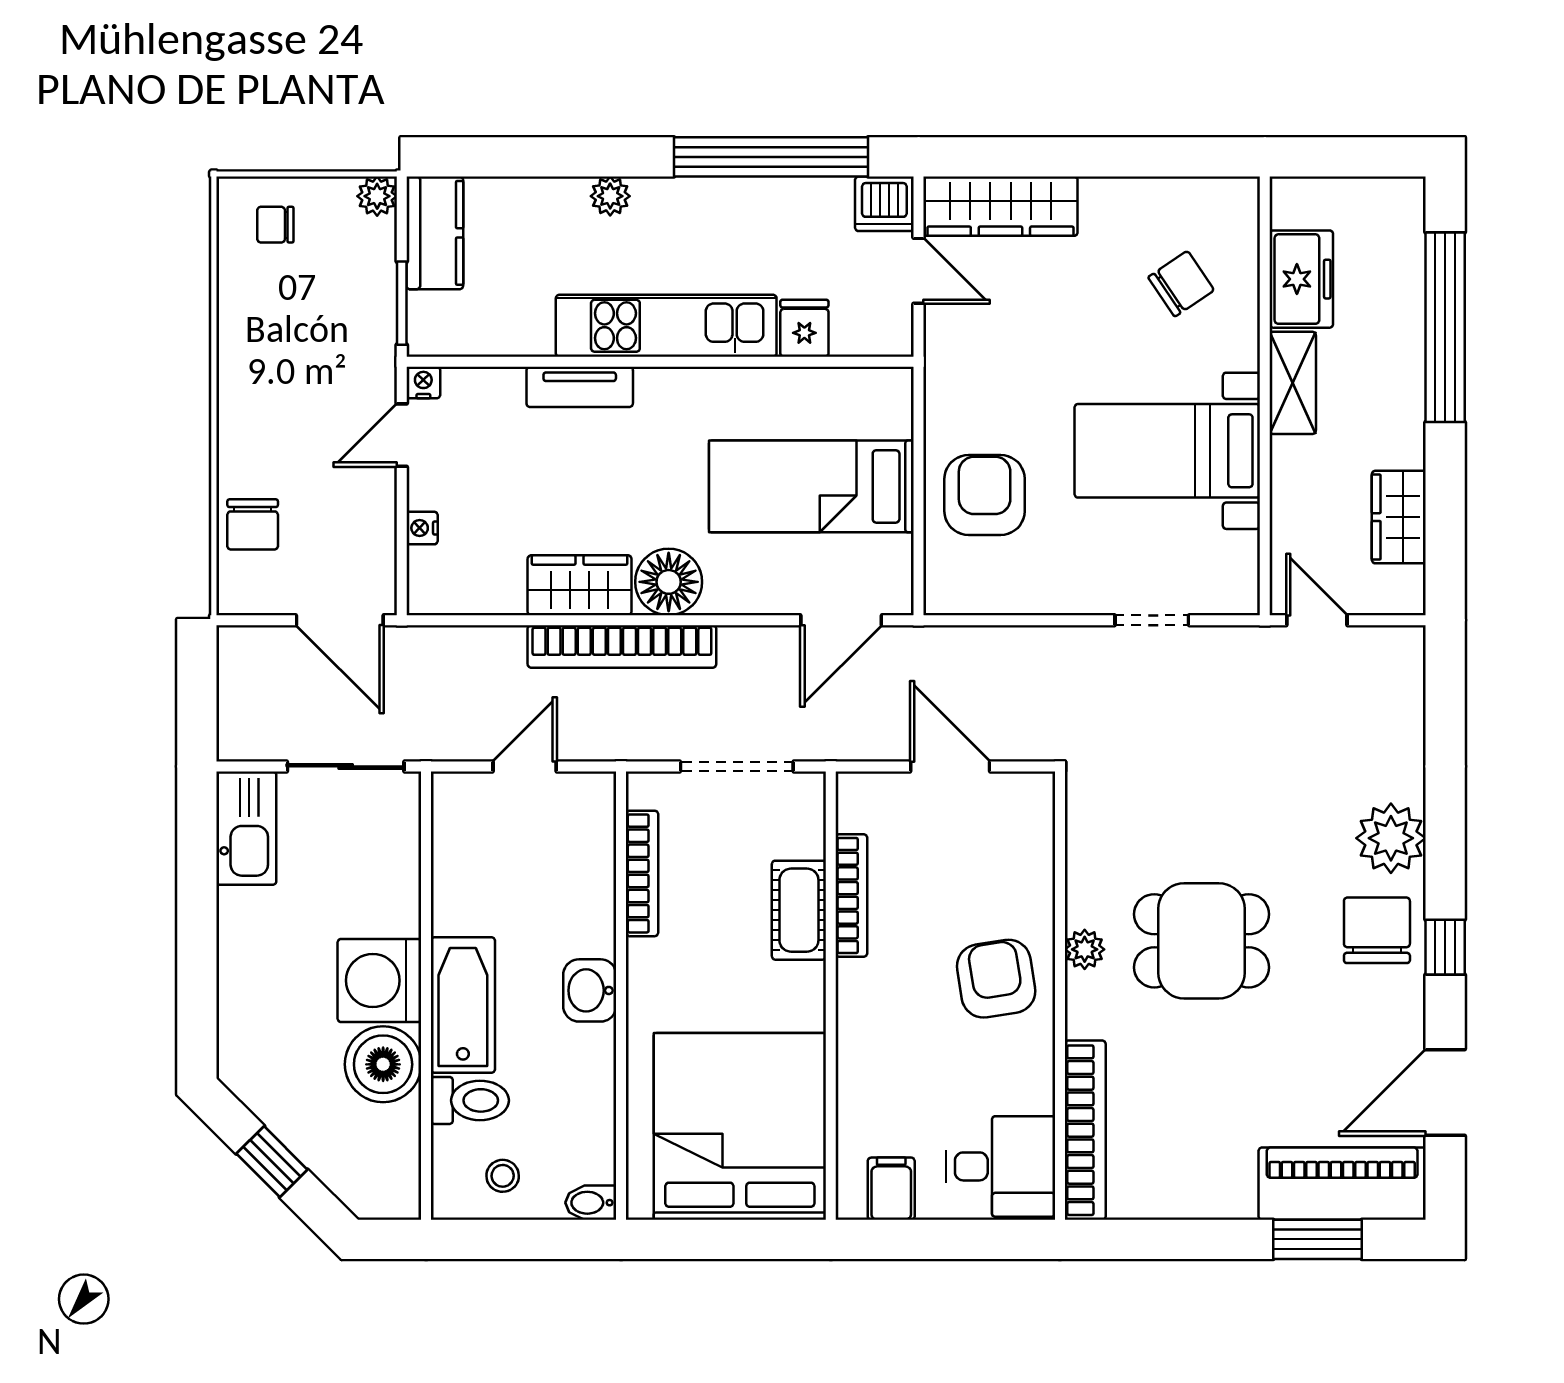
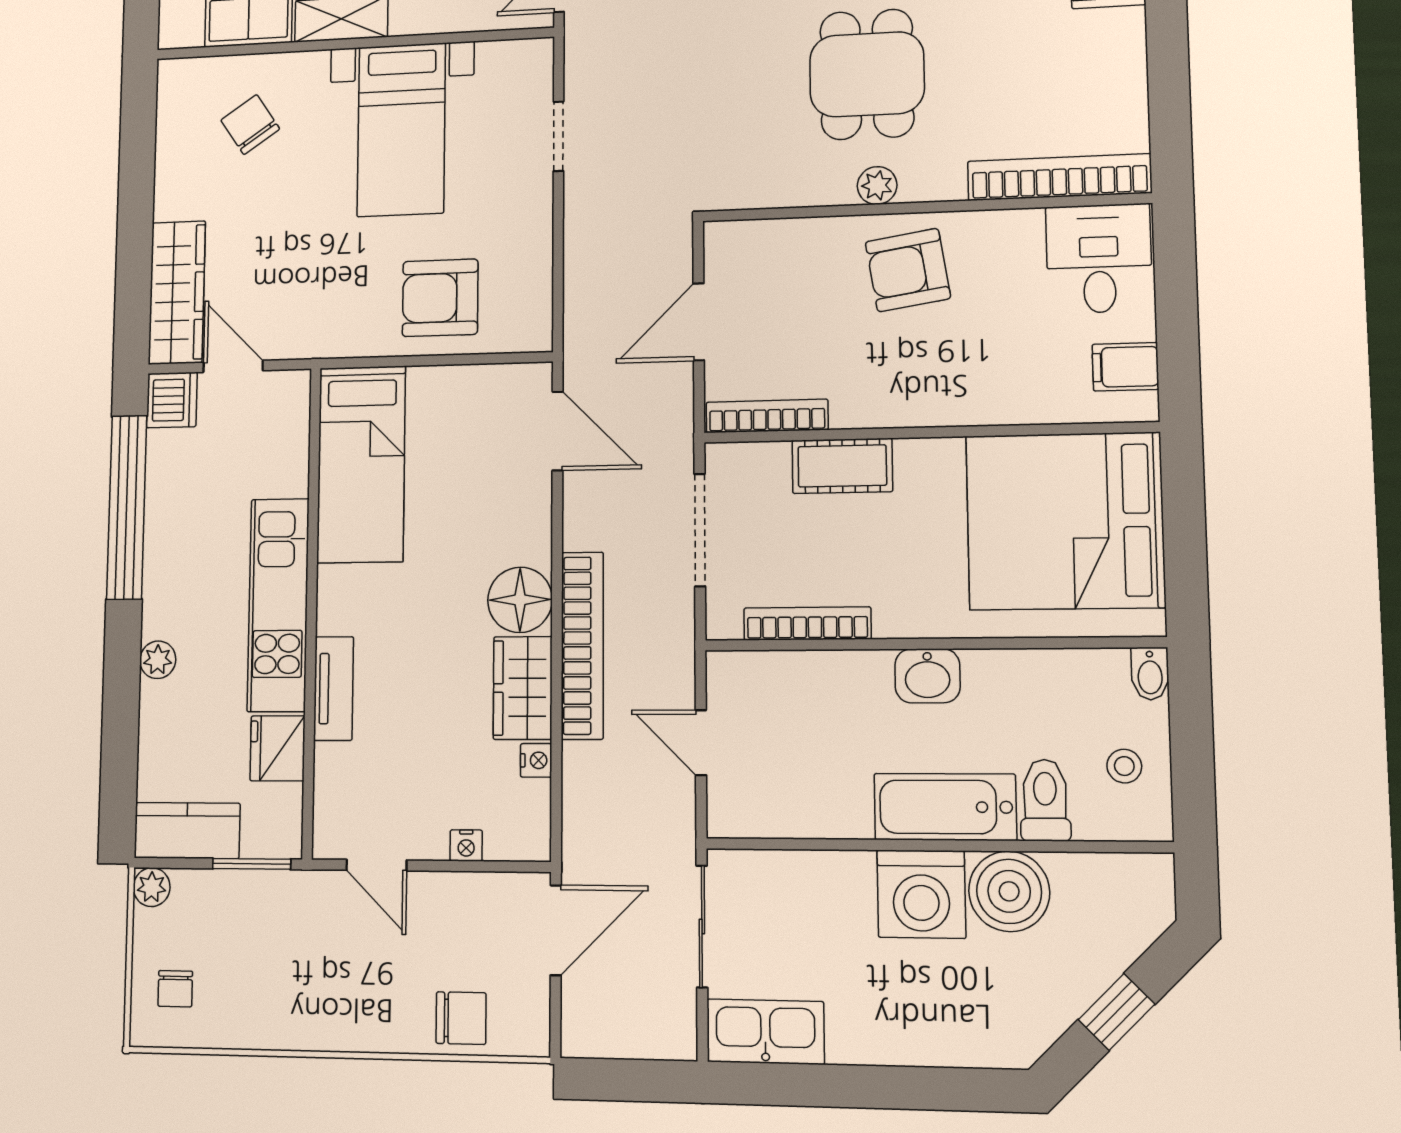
door: (919, 271) -> (233, 366), hinge flipped
fridge: (804, 328) -> (277, 748), moved, width x1.38
nightstand: (423, 382) -> (536, 760), moved, turned 180
bed: (811, 486) -> (361, 464), moved
bookcase: (851, 896) -> (767, 416), moved

